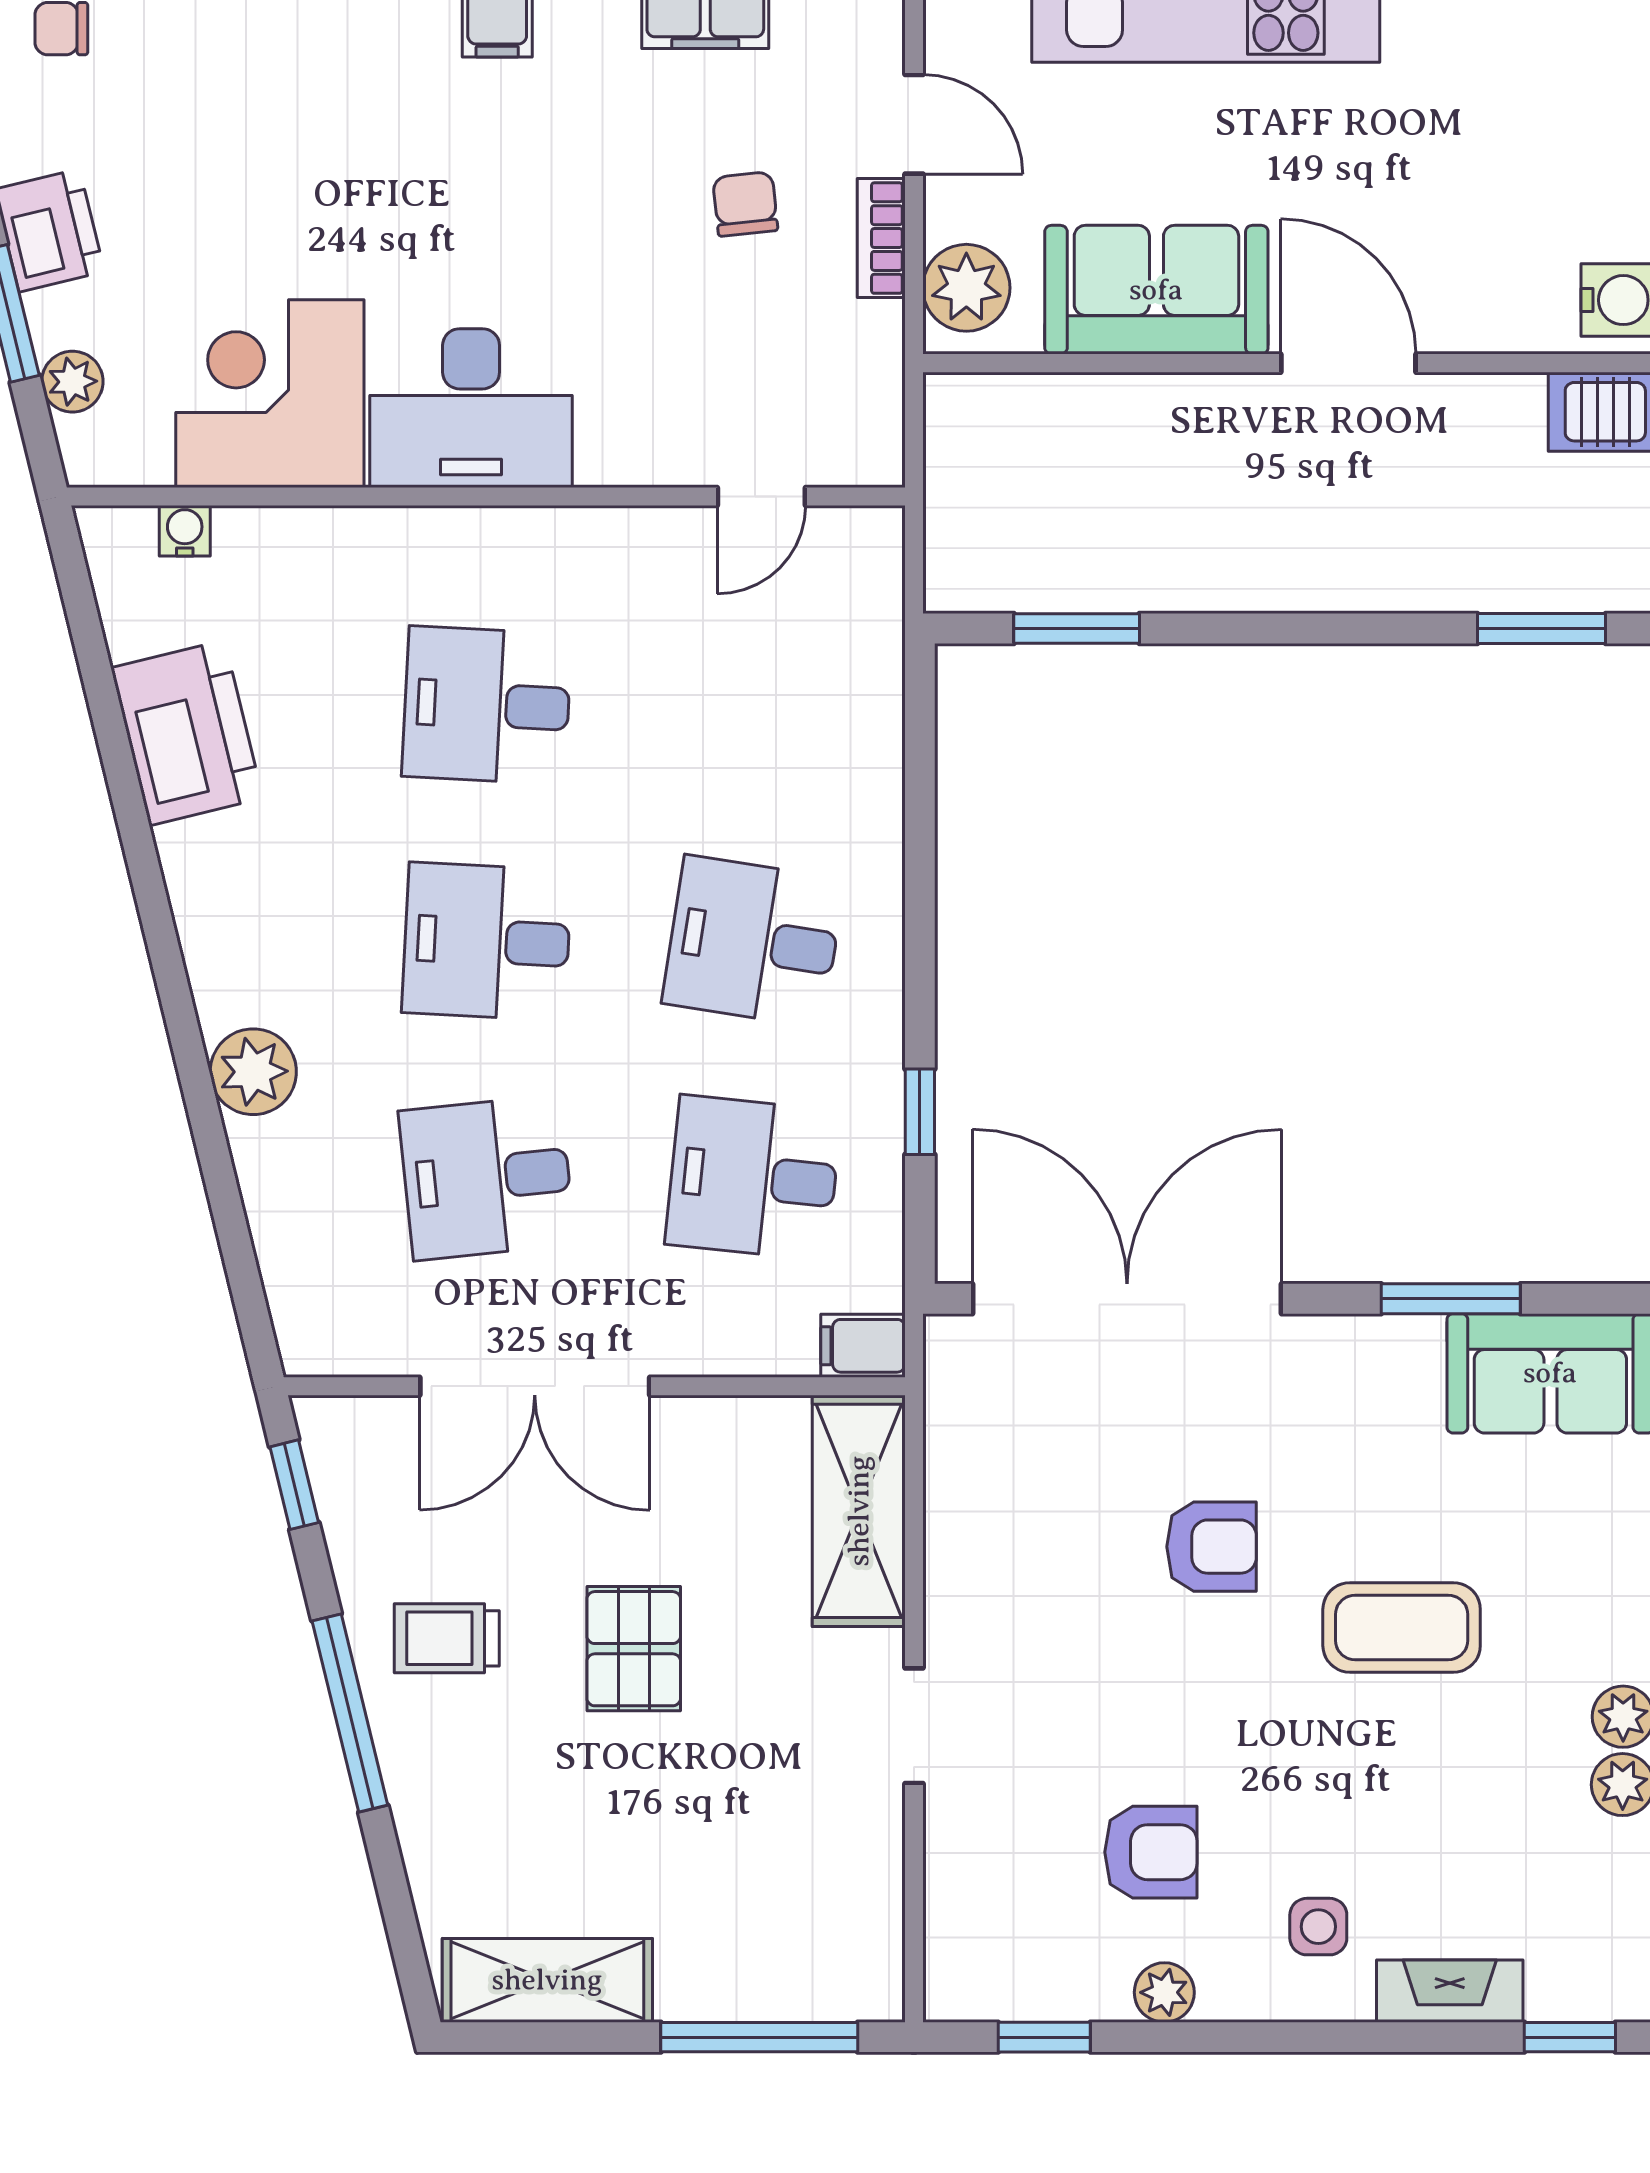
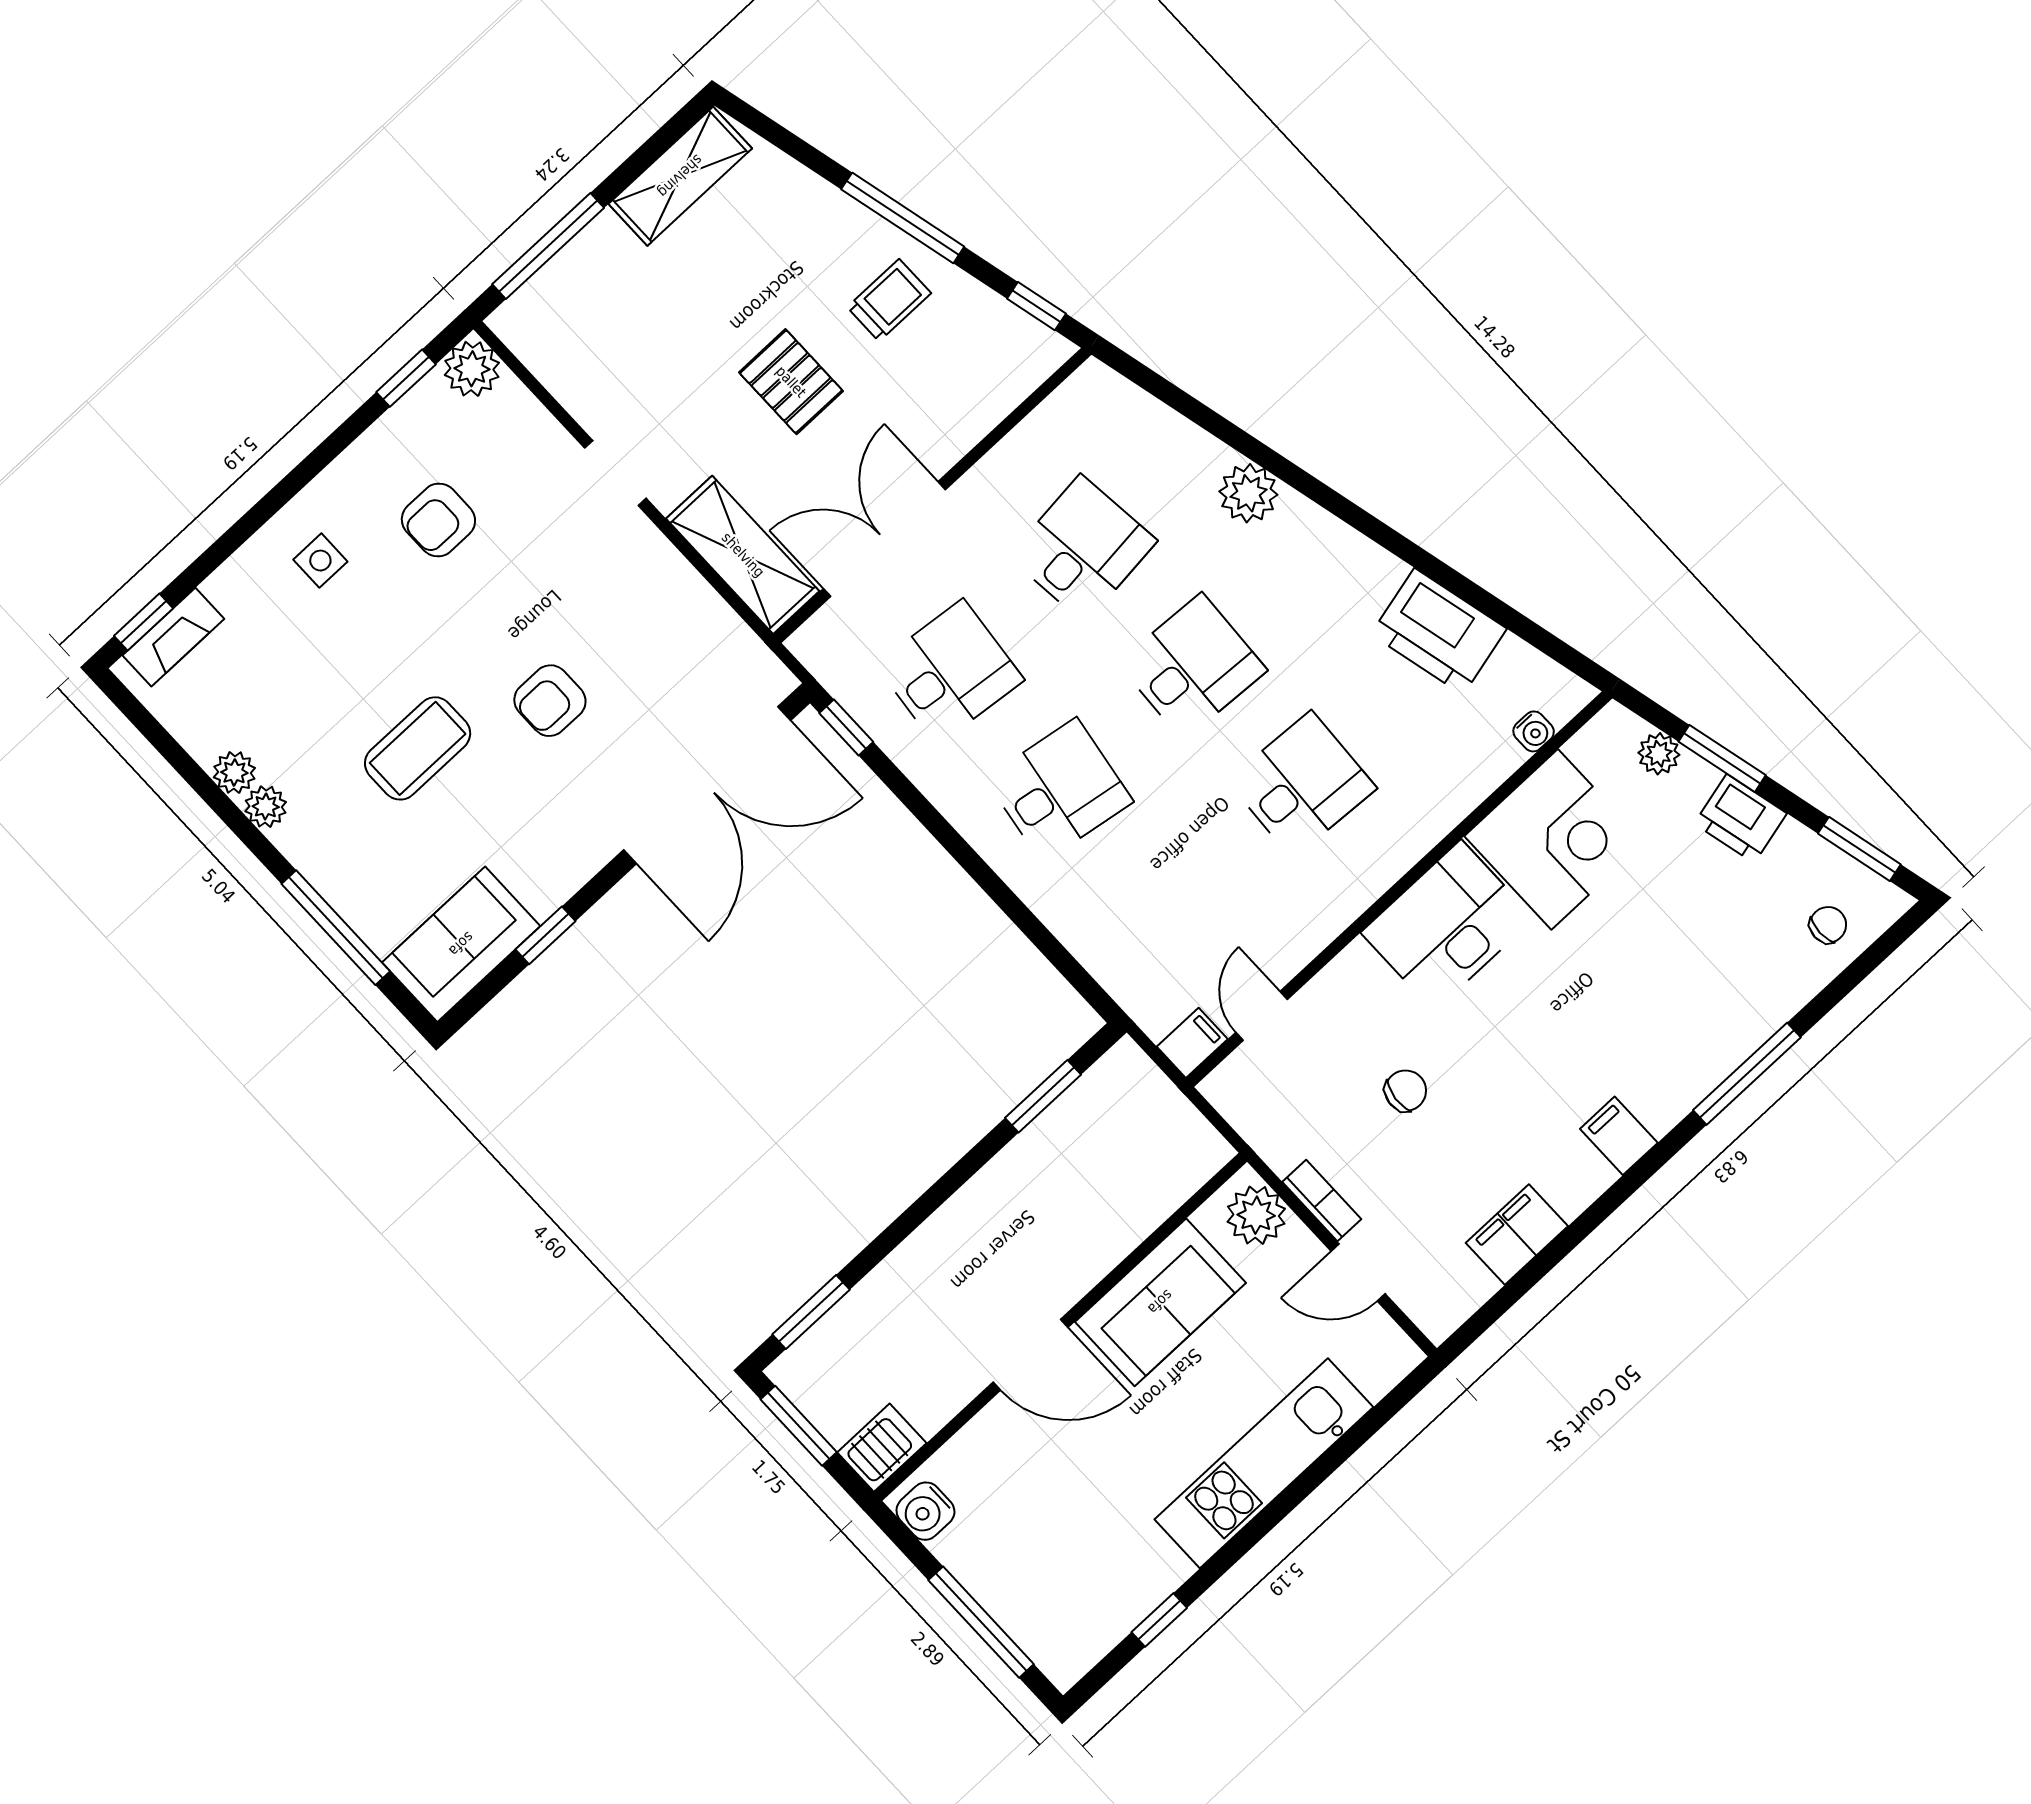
chair: (745, 204) -> (1406, 1091), moved, turned -78
window: (920, 1112) -> (846, 728), moved
window: (1451, 1299) -> (546, 935), width x0.67
filing cabinet: (863, 1346) -> (1192, 1043), moved
double door: (535, 1386) -> (884, 539), moved
fireplace: (1450, 1991) -> (173, 637), moved
plant: (1164, 1992) -> (472, 369), moved, width x1.38, depth x1.38

